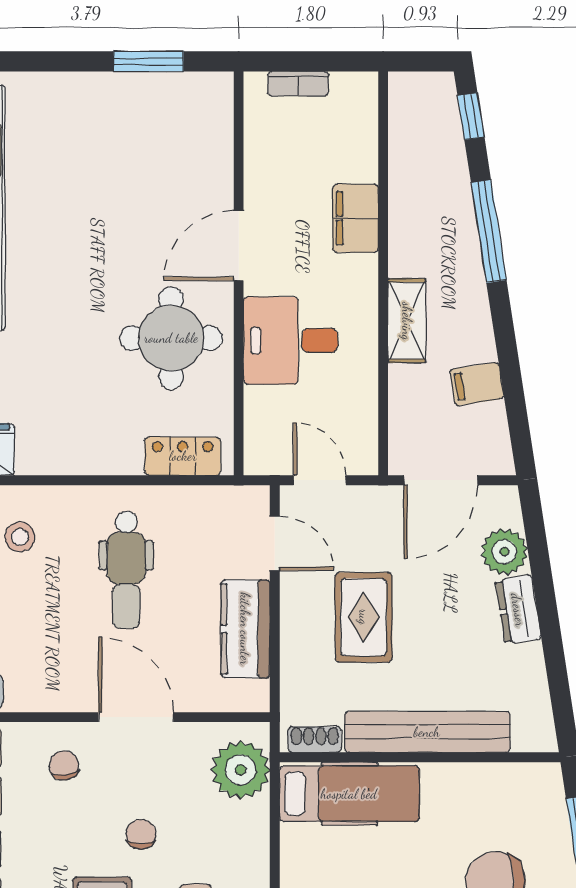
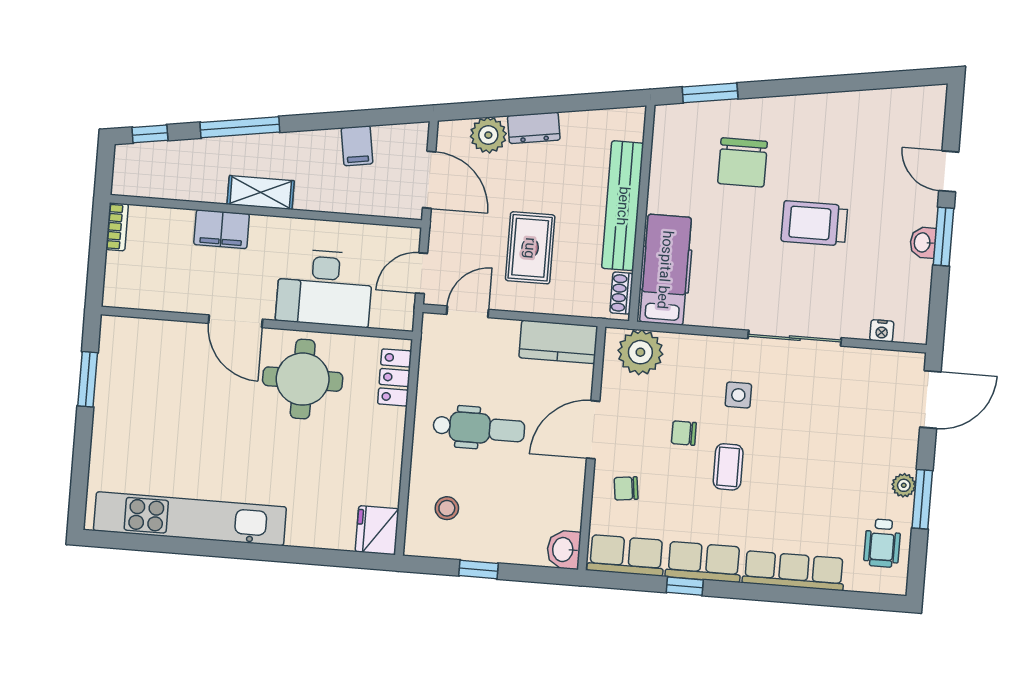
bookcase: (298, 84) -> (117, 227), moved
shelving: (407, 321) -> (261, 193), moved
desk: (291, 341) -> (325, 288), width x1.37
rug: (364, 617) -> (530, 248), turned 90
kitchen counter: (245, 629) -> (558, 342), moved

